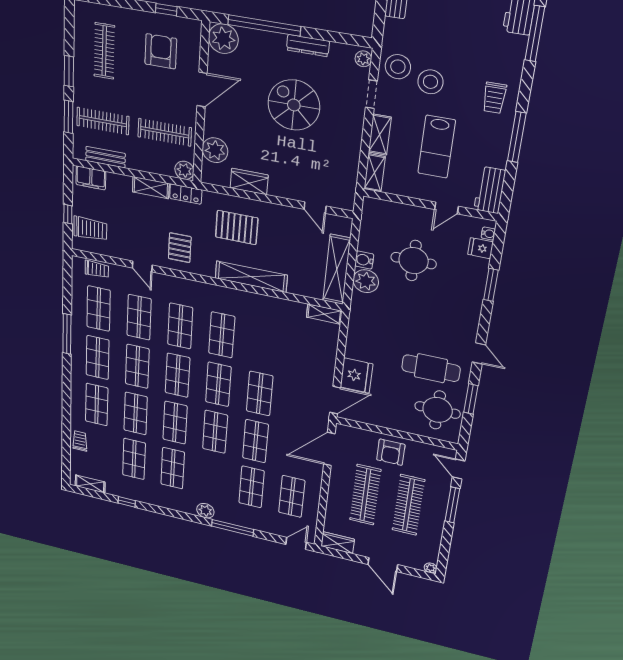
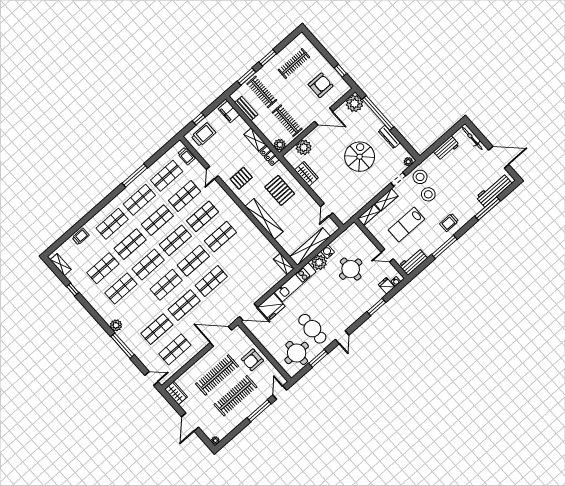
trolley: (90, 229) -> (203, 134), turned -89
kitchen unit: (358, 326) -> (295, 282), added

